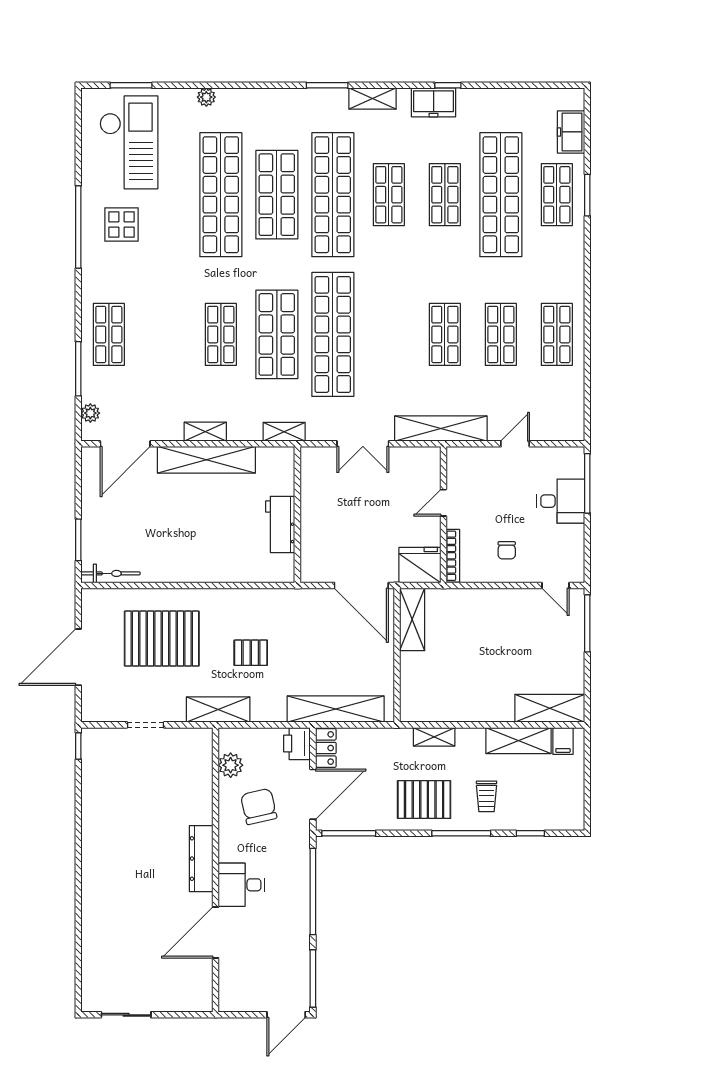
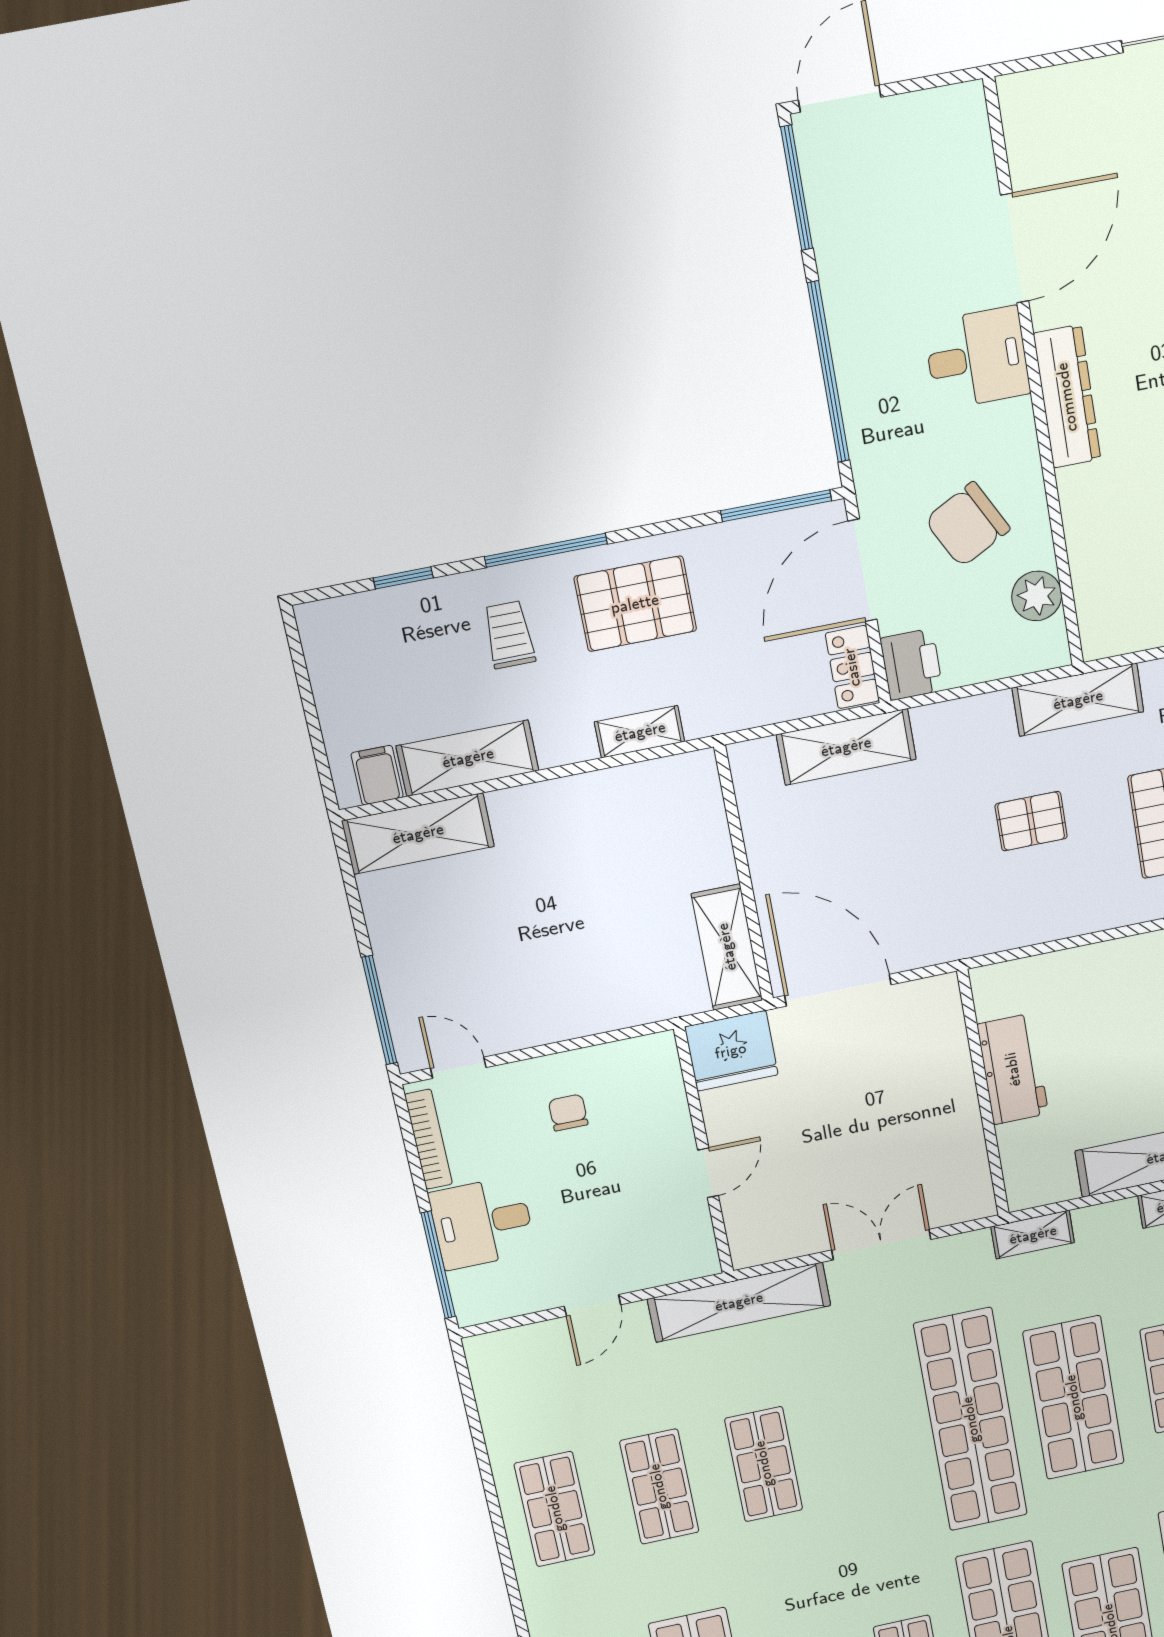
bookcase: (453, 556) -> (428, 1139), moved, turned 180
shelving: (336, 709) -> (846, 747), width x0.68
chair: (259, 807) -> (967, 525), turned 75

